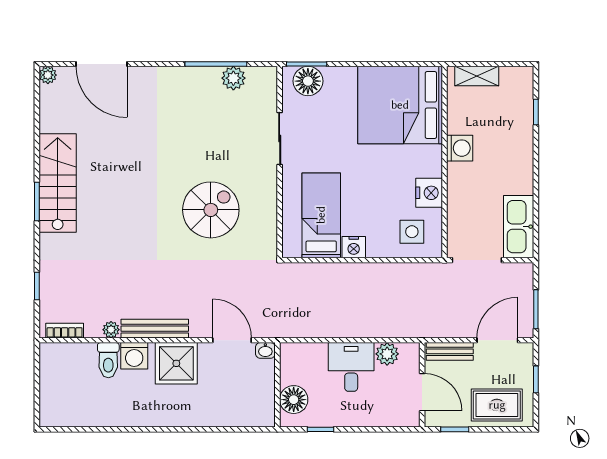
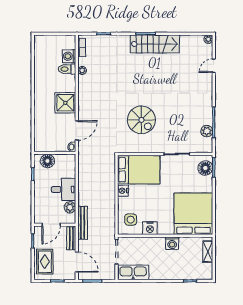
door: (102, 64) -> (214, 66), width x0.53
bed: (321, 215) -> (139, 170), width x1.50
bench: (155, 329) -> (83, 223), moved
washing machine: (134, 356) -> (69, 56), moved

